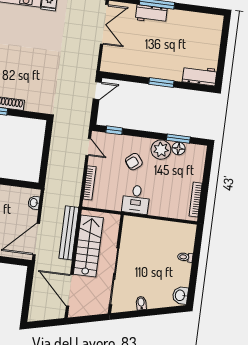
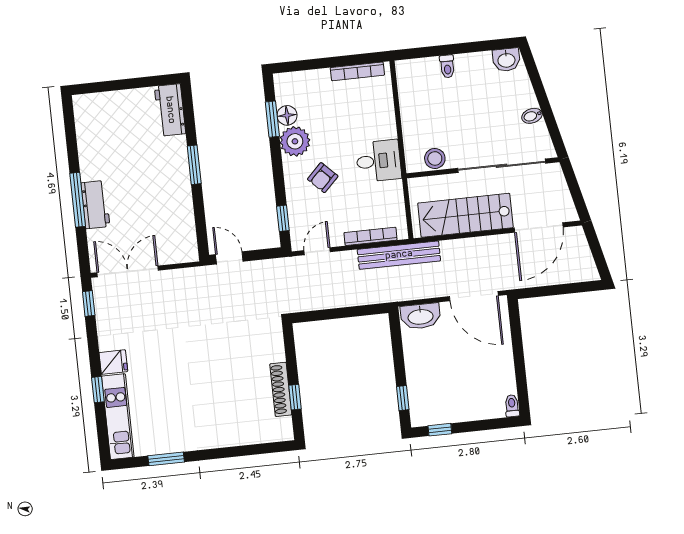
armchair: (134, 162) -> (323, 178), turned 84
washbasin: (34, 203) -> (420, 316), width x1.91, depth x1.45
bench: (69, 233) -> (399, 255), moved
stool: (129, 235) -> (435, 158), added

